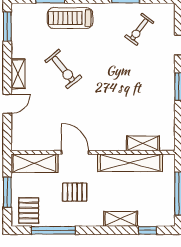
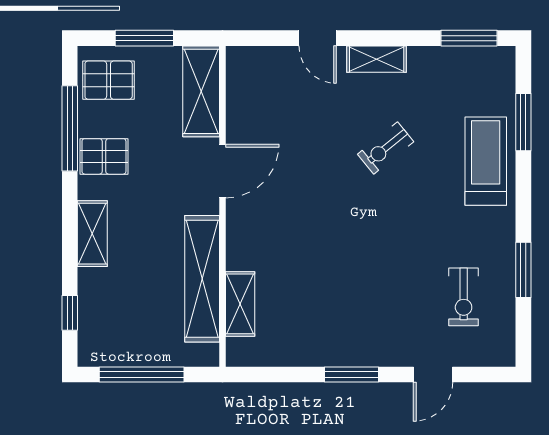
exercise bike: (139, 29) -> (464, 297), turned -127
exercise bike: (63, 69) -> (386, 148), width x0.73, depth x0.72
pallet: (75, 192) -> (104, 156), moved, turned 90
shelving: (121, 219) -> (92, 234), moved

